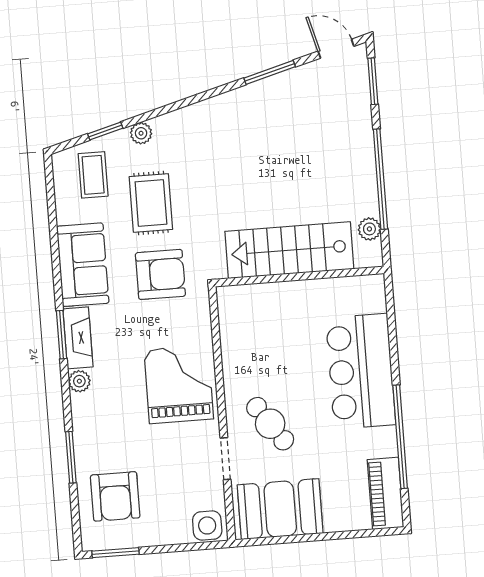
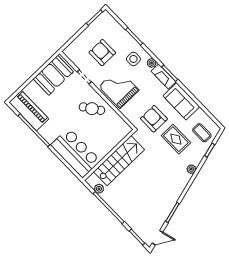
plant: (141, 133) -> (191, 169), moved
armchair: (160, 274) -> (154, 119), turned 90
bar counter: (361, 371) -> (76, 153), moved
grand piano: (179, 384) -> (119, 88), turned 180
cafe table: (270, 424) -> (92, 109), moved
piano: (386, 493) -> (29, 111), width x1.37, depth x1.33
armchair: (115, 496) -> (102, 53), moved
side table: (207, 525) -> (133, 59), moved

